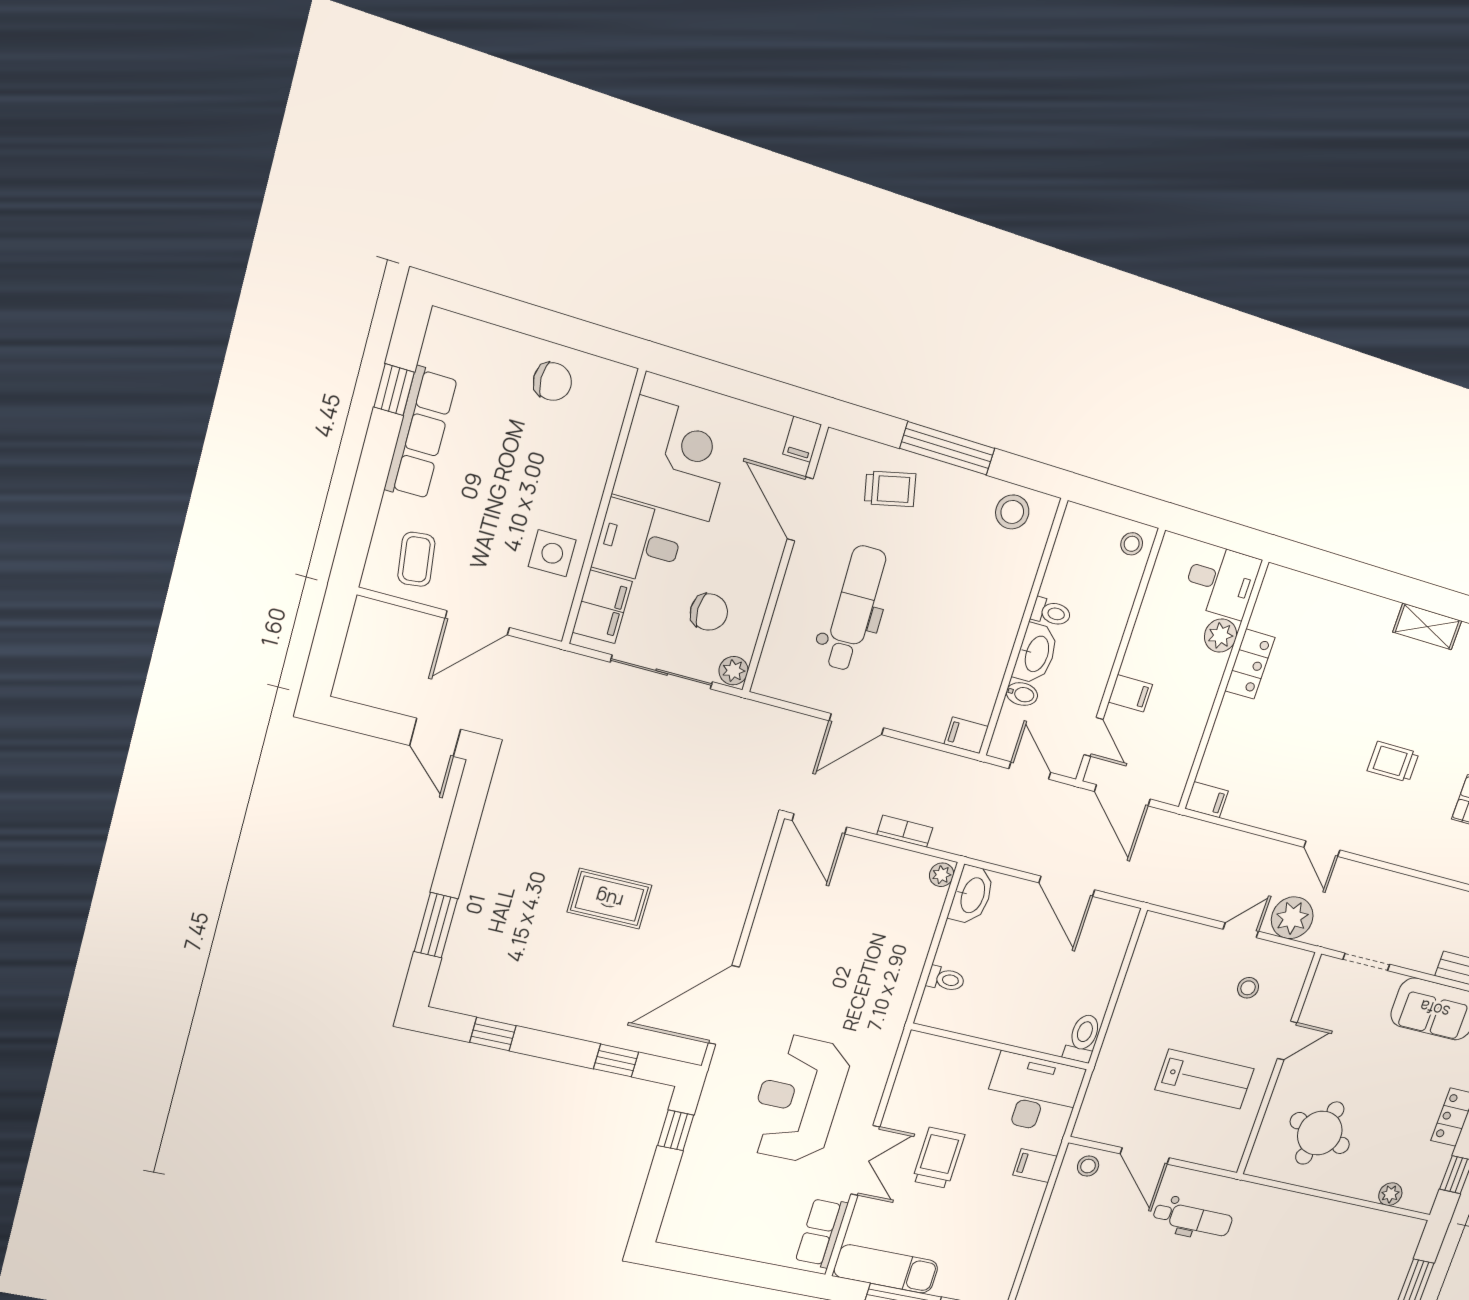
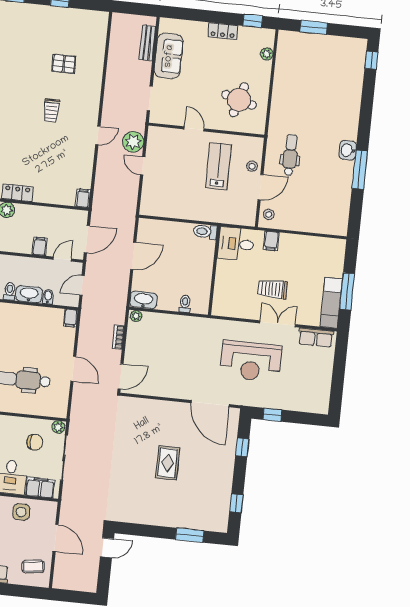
chair: (709, 612) -> (35, 442), turned 90
stool: (1248, 988) -> (252, 166), moved
desk: (1033, 1093) -> (236, 244), width x0.73

